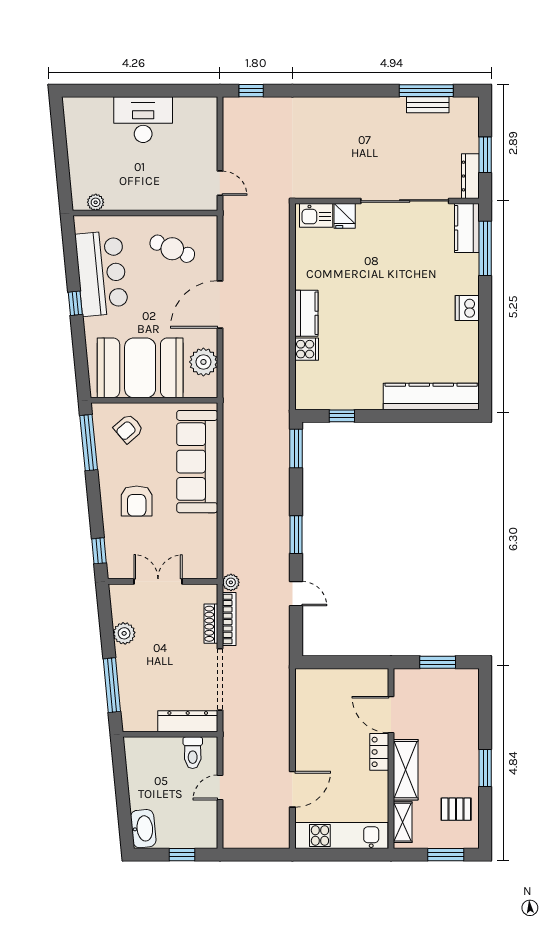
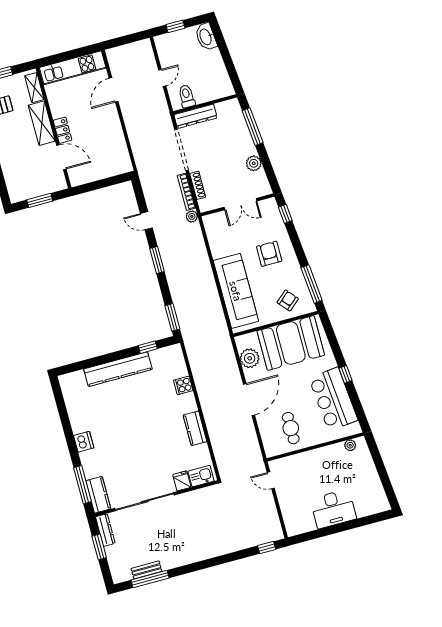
cafe table: (172, 249) -> (291, 428), turned 68
kitchen counter: (306, 313) -> (195, 428), moved
kitchen counter: (431, 396) -> (118, 369), moved

